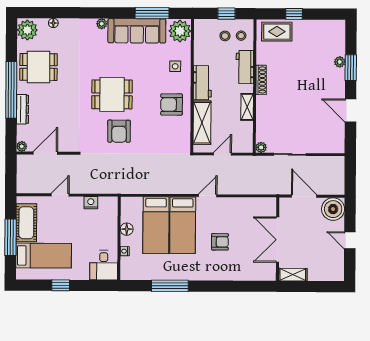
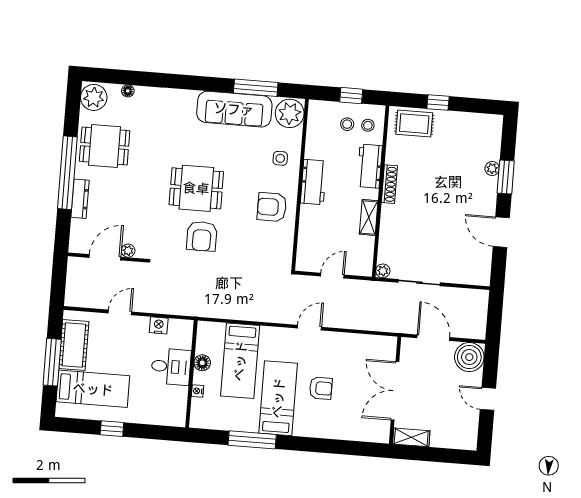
plant: (102, 24) -> (190, 97), removed
shelving: (202, 123) -> (309, 233), removed
plant: (22, 146) -> (128, 251), moved
bed: (183, 225) -> (278, 398), moved, turned 180
desk: (104, 265) -> (171, 367), moved, turned -90

